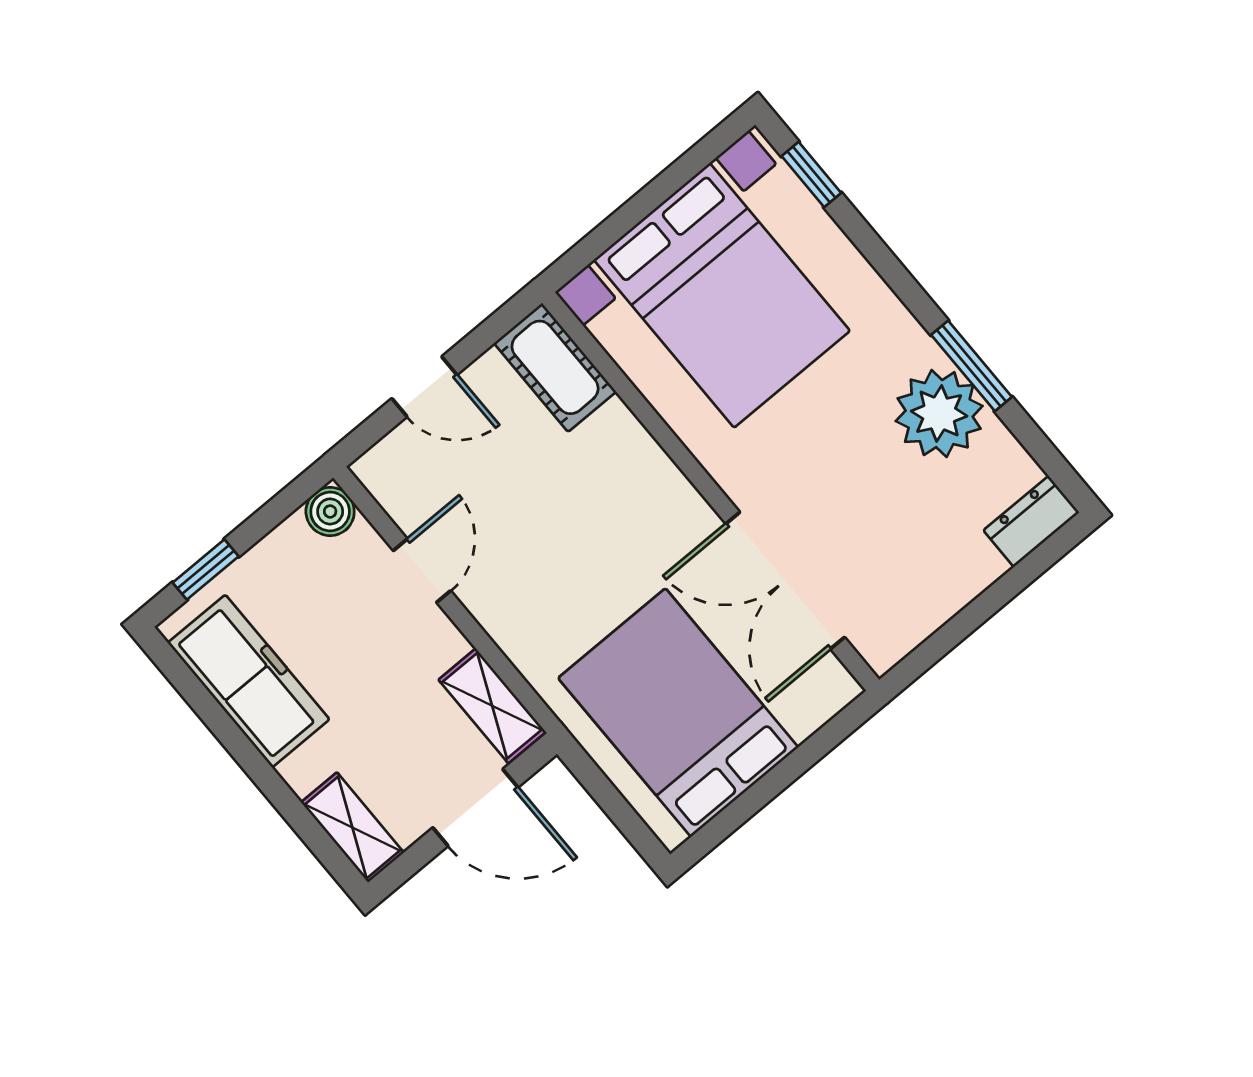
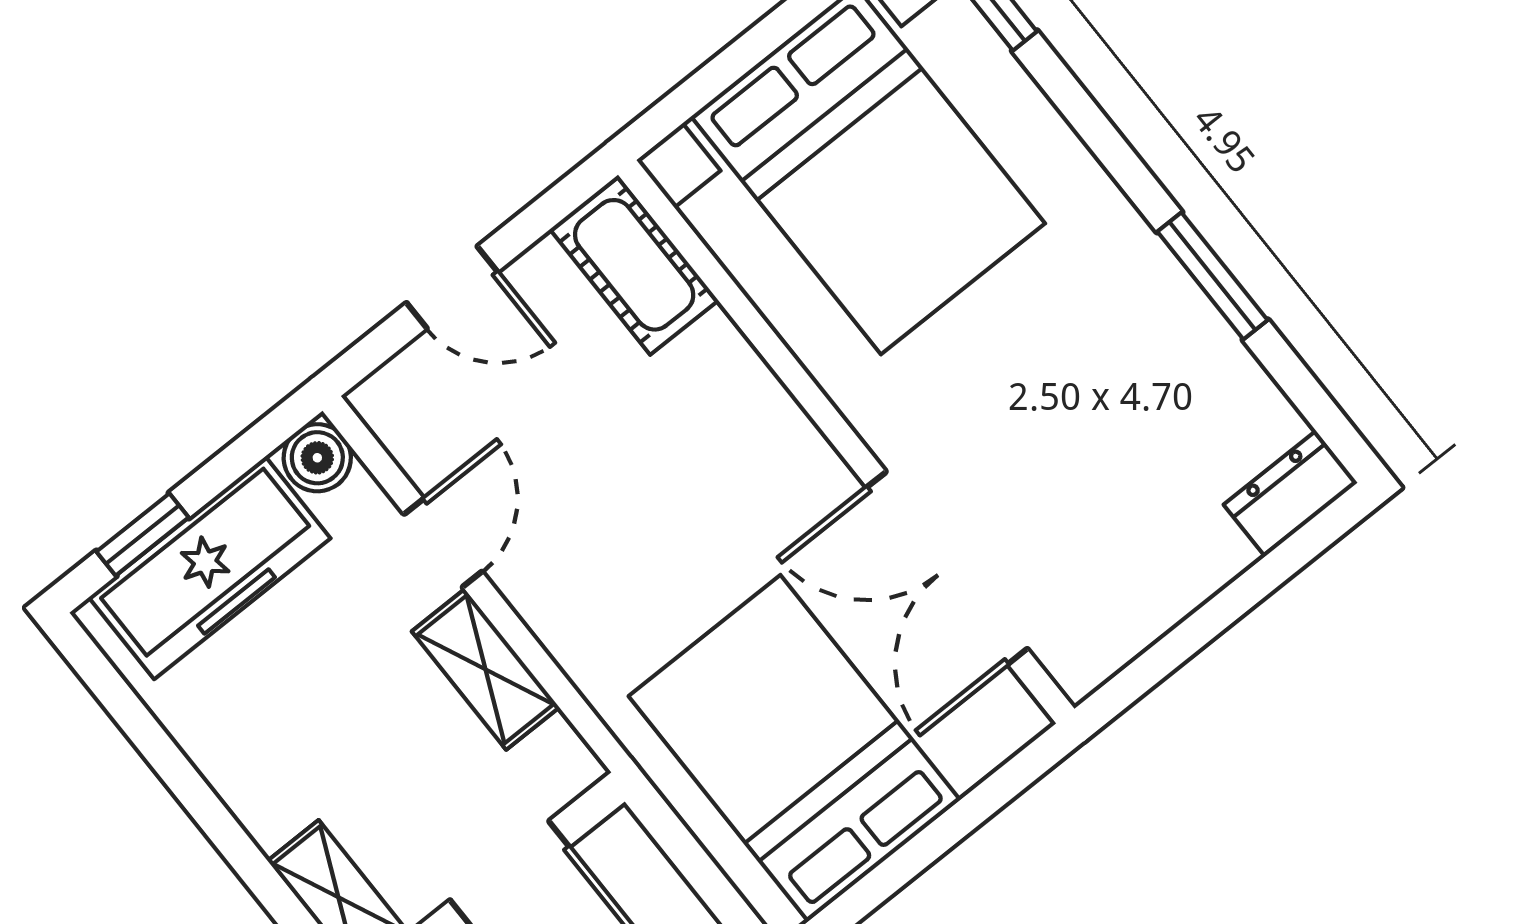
plant: (939, 414) -> (1166, 341), removed
freezer: (249, 681) -> (210, 568), moved, turned 90
shelving: (492, 706) -> (486, 669), moved

